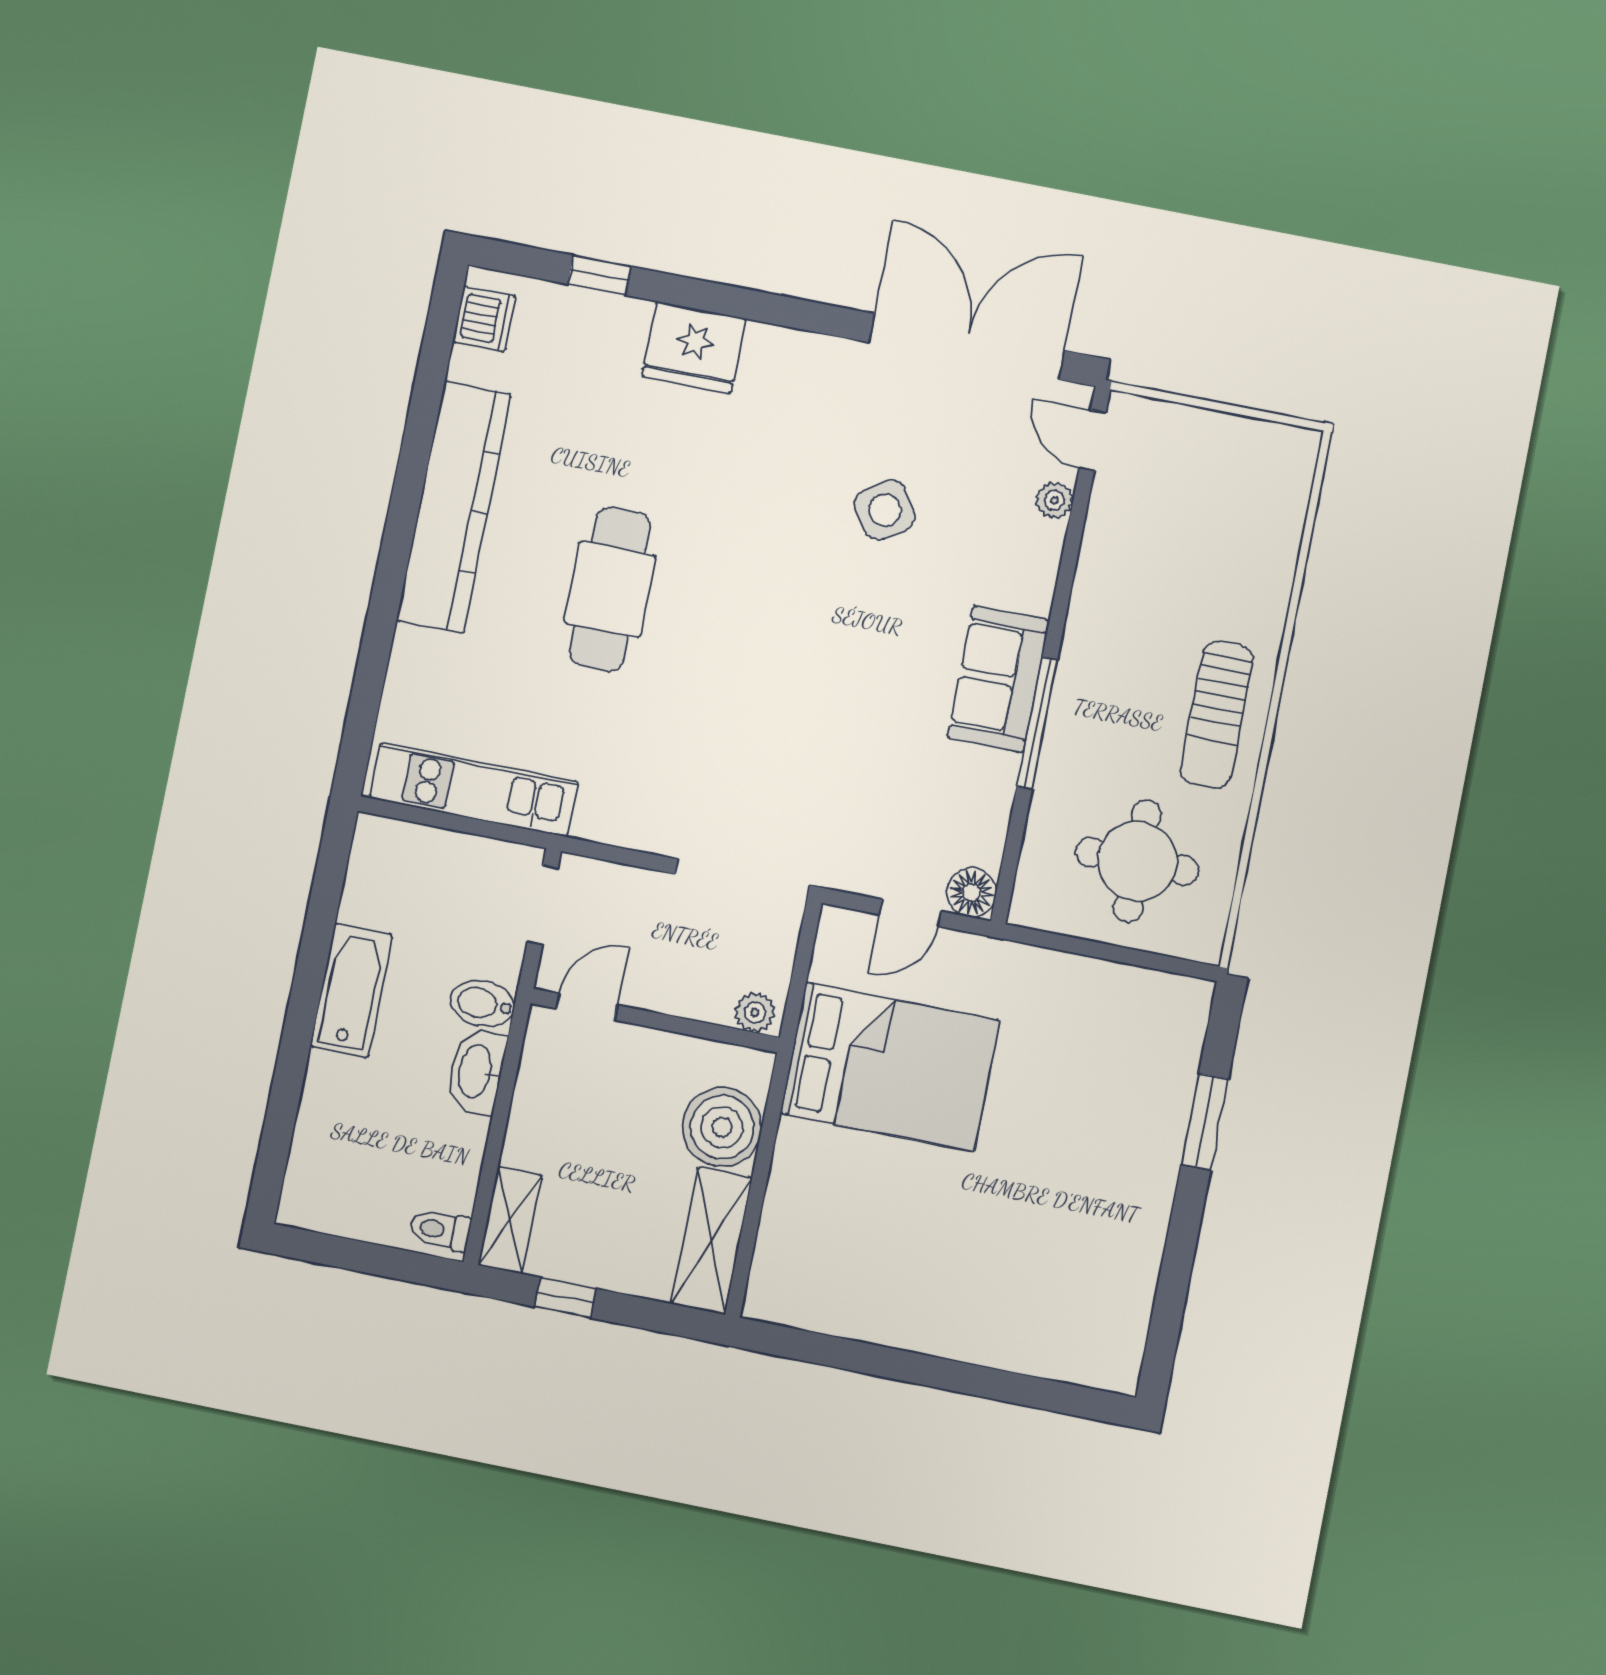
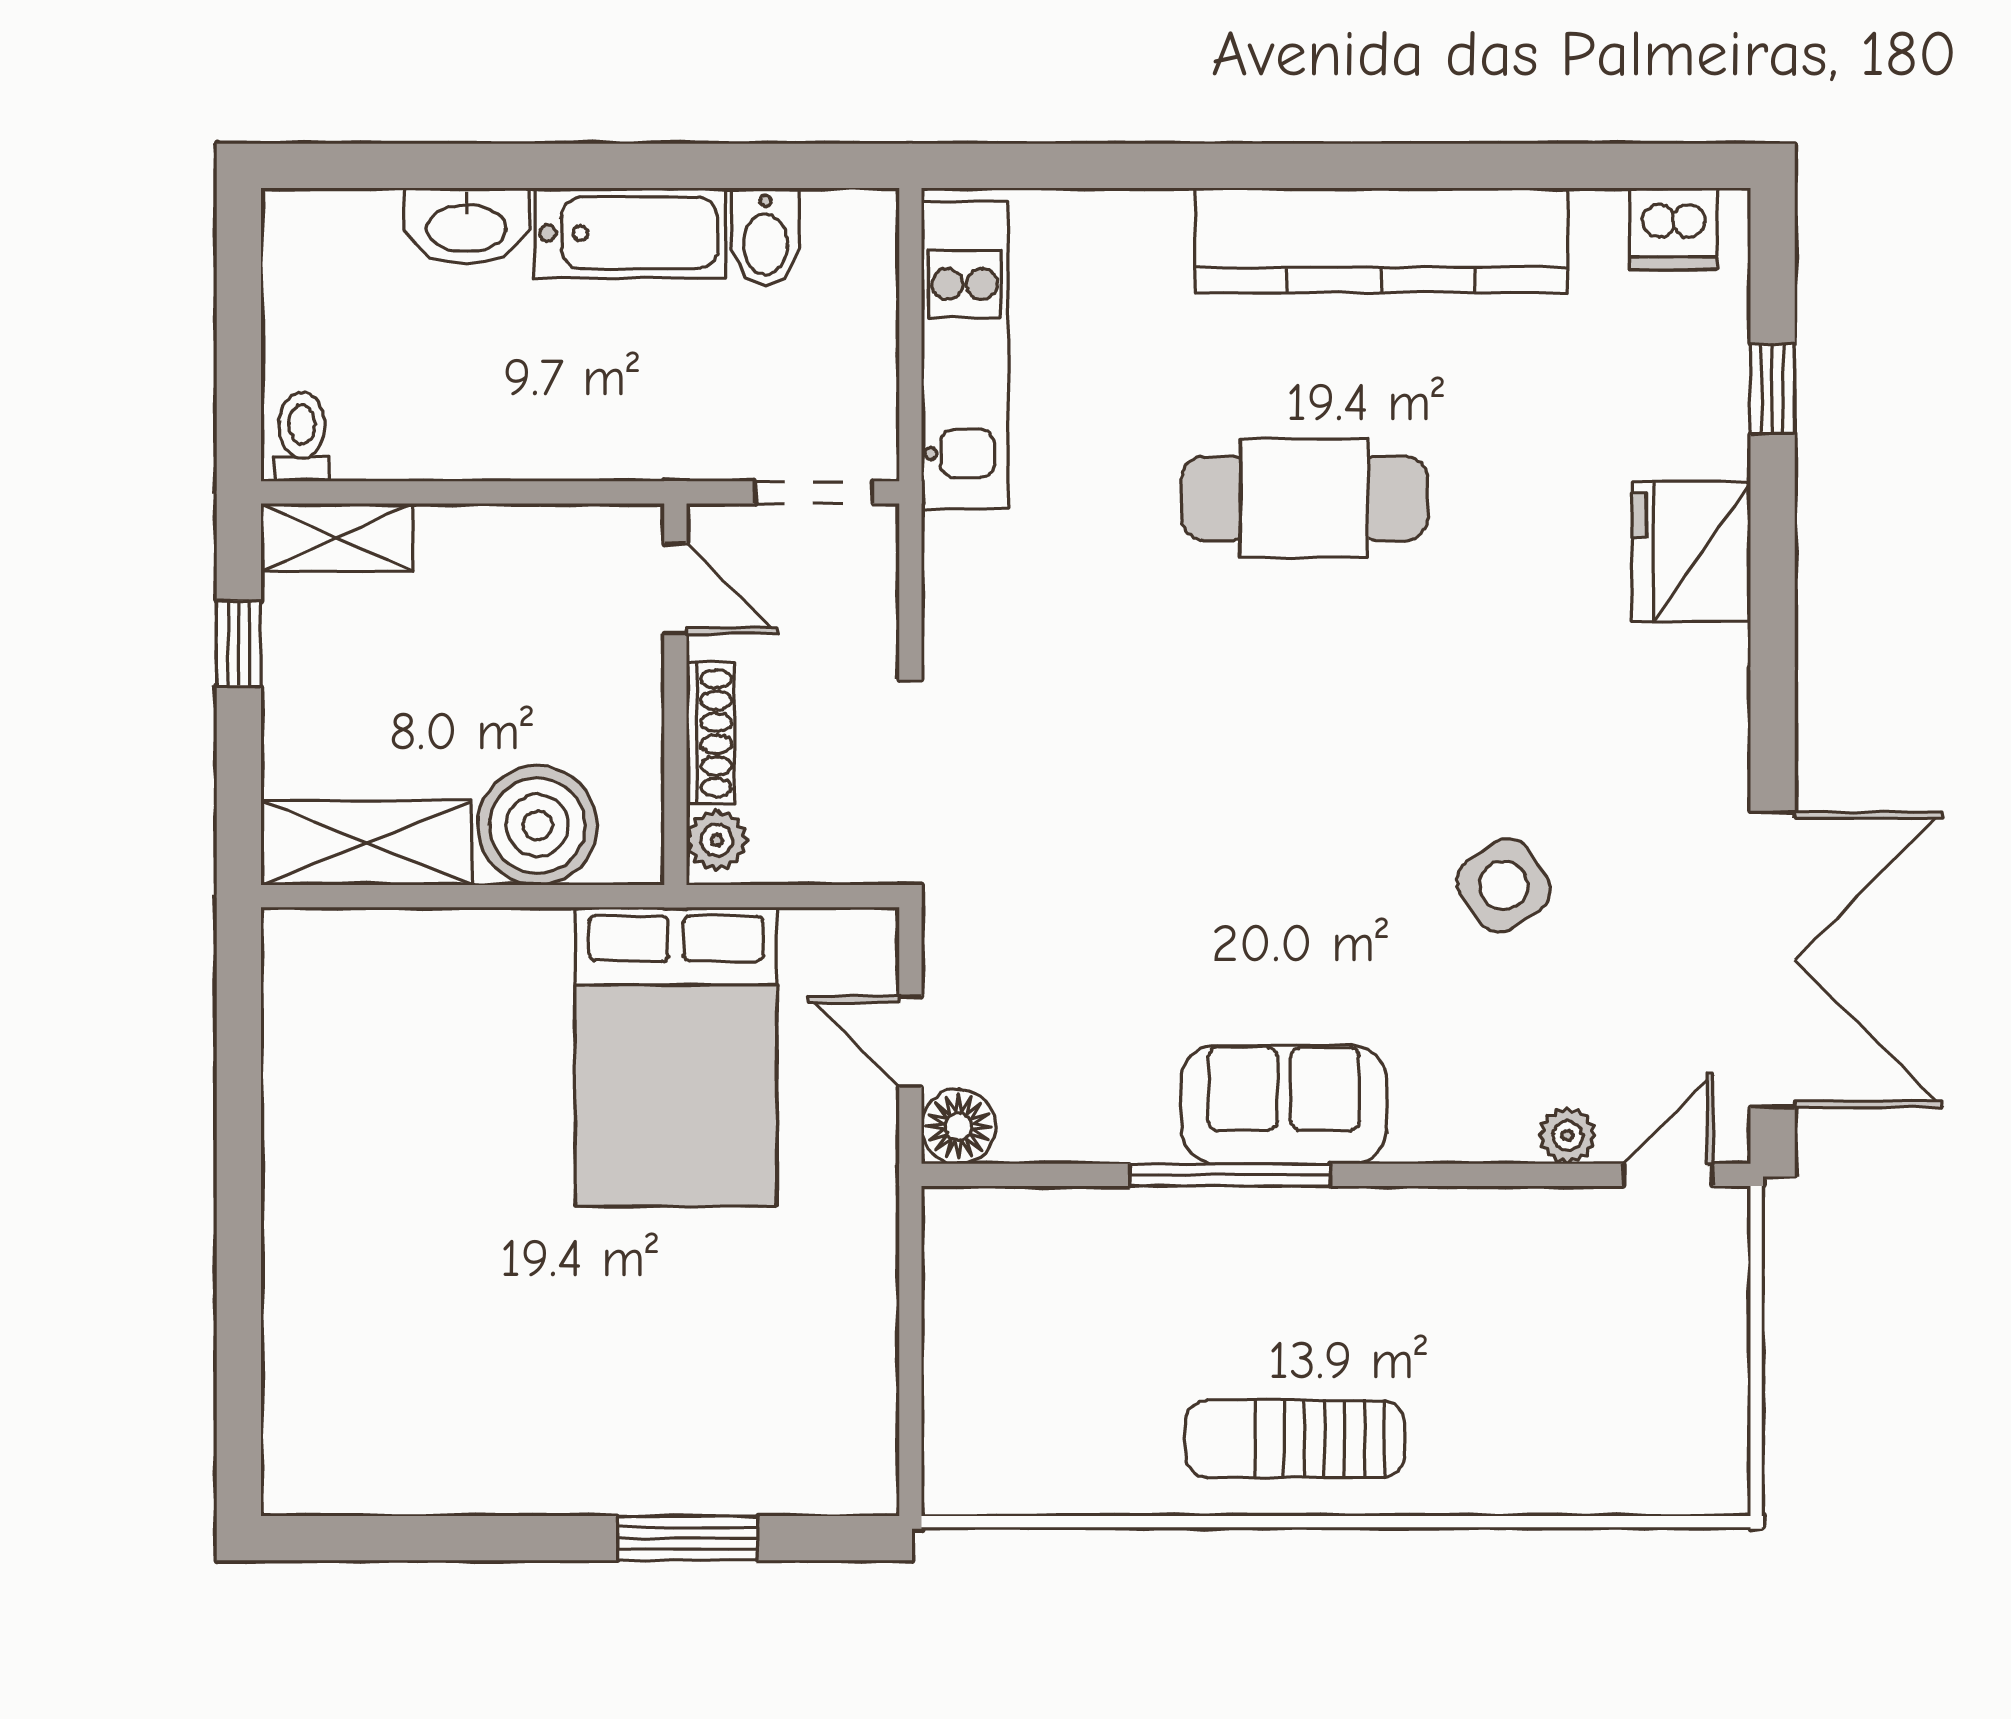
round table: (1137, 861) -> (1054, 1363), removed
shoe rack: (685, 1003) -> (711, 733), added
bidet: (482, 1004) -> (765, 237), moved, turned 180
washbasin: (476, 1071) -> (466, 226), moved, turned 180

